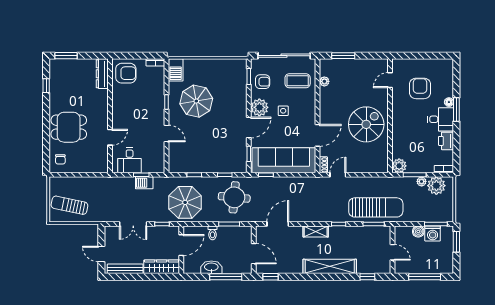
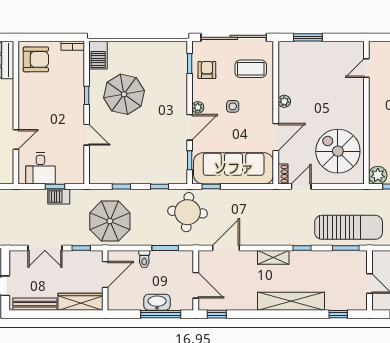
plant: (324, 81) -> (284, 101), moved
armchair: (263, 82) -> (207, 70), turned -90
plant: (259, 107) -> (198, 107), width x0.53, depth x0.53
spiral stairs: (366, 124) -> (338, 151), moved, turned -90
round table: (234, 197) -> (188, 212), moved
washbasin: (211, 267) -> (157, 302), moved

